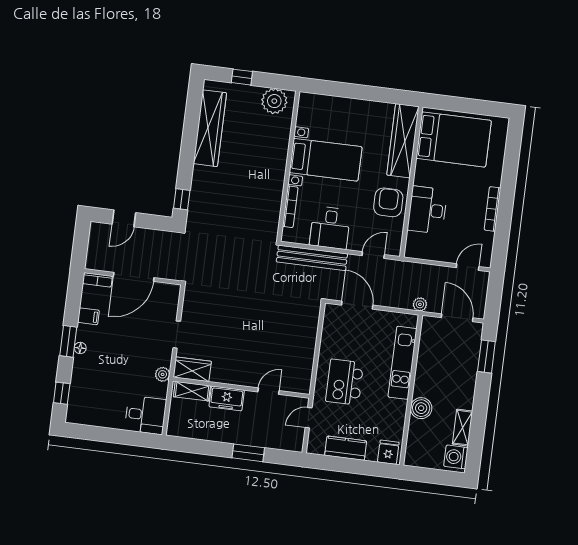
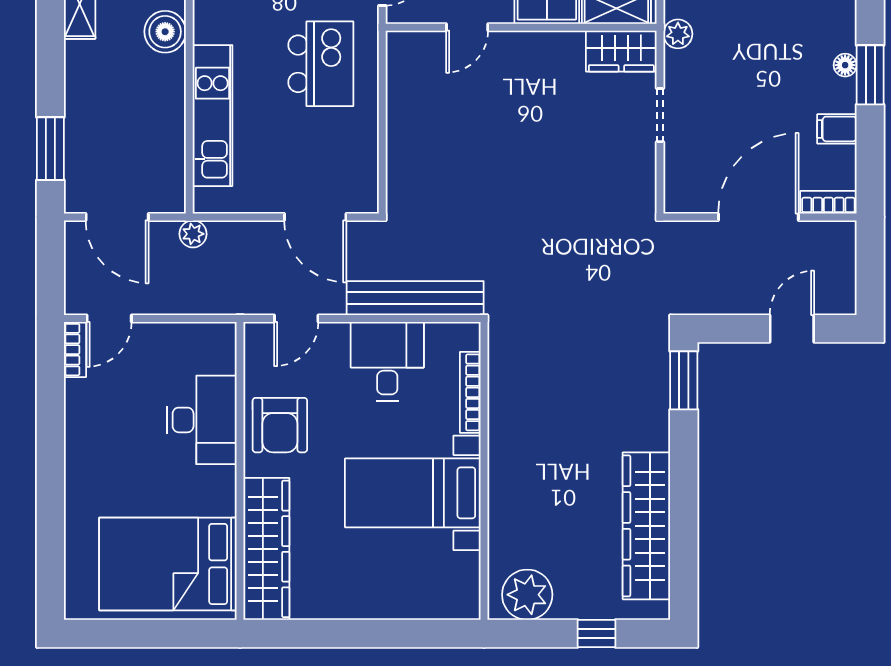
window: (182, 199) -> (684, 380), width x1.50
bookcase: (492, 209) -> (75, 350), moved, width x0.64

